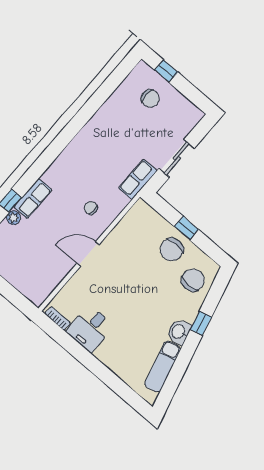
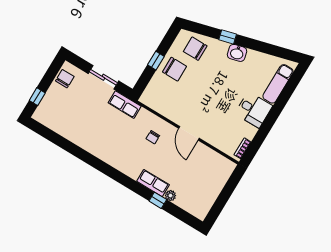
chair: (150, 98) -> (65, 79), moved
desk: (90, 329) -> (254, 110), moved
exam couch: (163, 367) -> (278, 84), moved, turned 105

